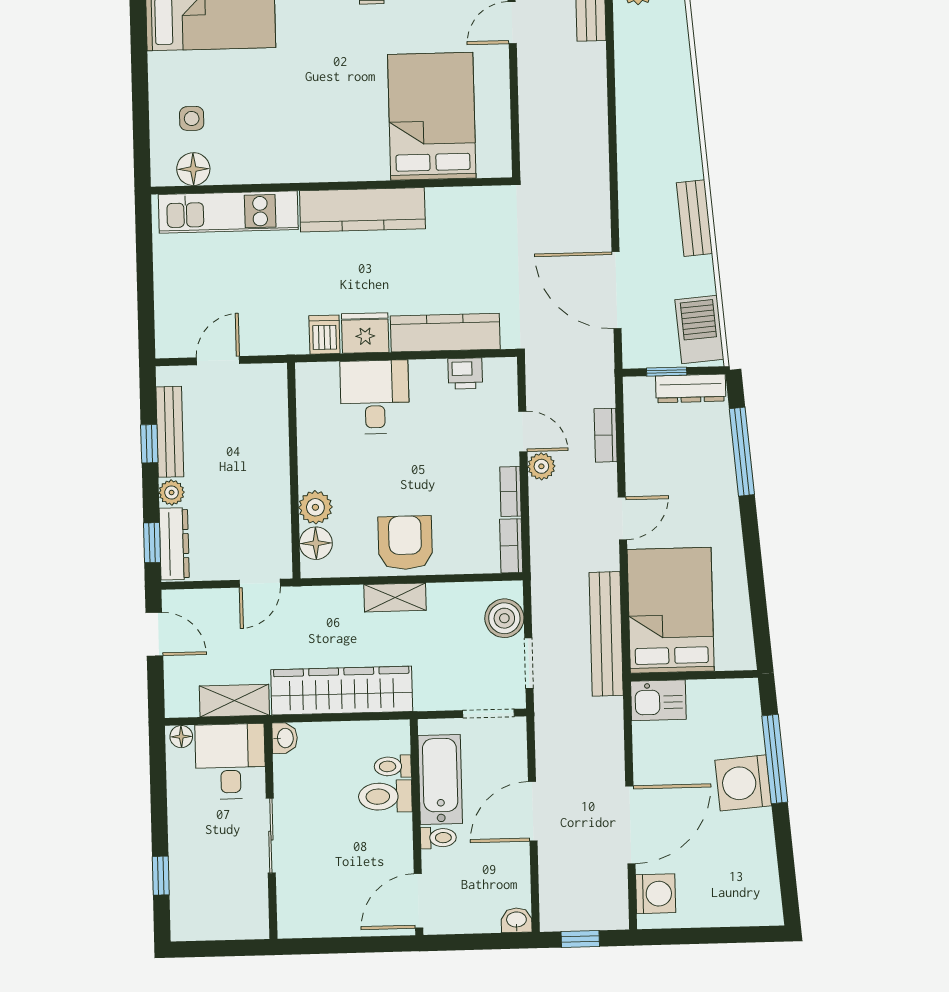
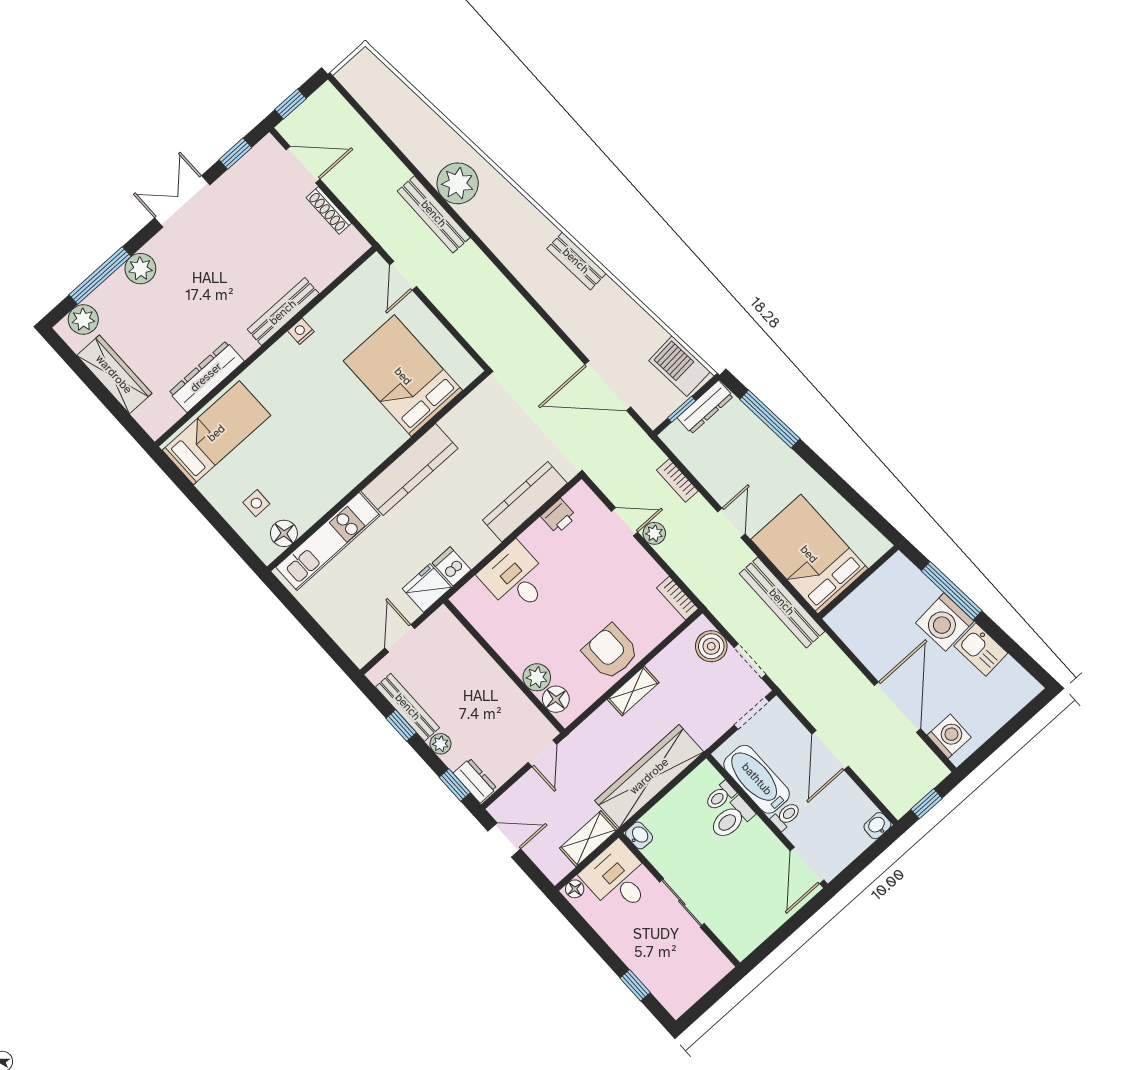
bench: (694, 218) -> (576, 261), moved
fridge: (365, 333) -> (427, 588), moved
bookcase: (511, 491) -> (648, 565), removed
dresser: (174, 544) -> (475, 781), width x0.70
kitchen sink: (658, 700) -> (981, 650), moved, turned 85

